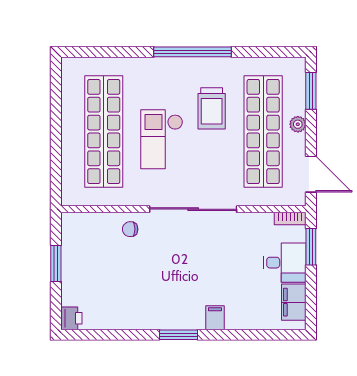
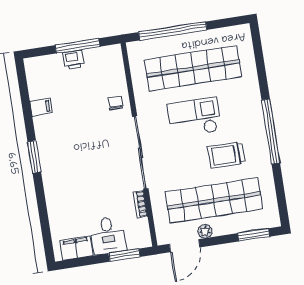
plant: (298, 124) -> (205, 231), moved
window: (56, 149) -> (173, 31), added
bookcase: (290, 218) -> (140, 204), moved
window: (56, 263) -> (77, 46), width x1.44
printer: (71, 318) -> (74, 60), moved
filing cabinet: (215, 318) -> (41, 107), moved

